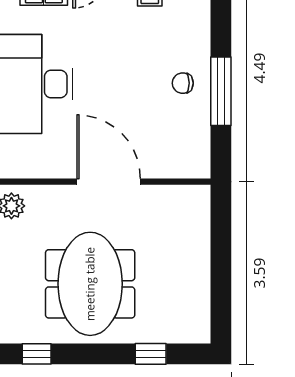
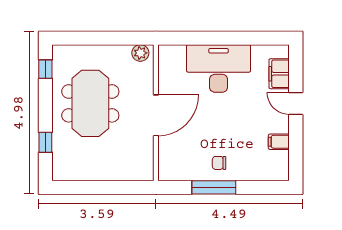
chair: (183, 83) -> (219, 163), turned -90
meeting table: (90, 284) -> (90, 103), turned 90

